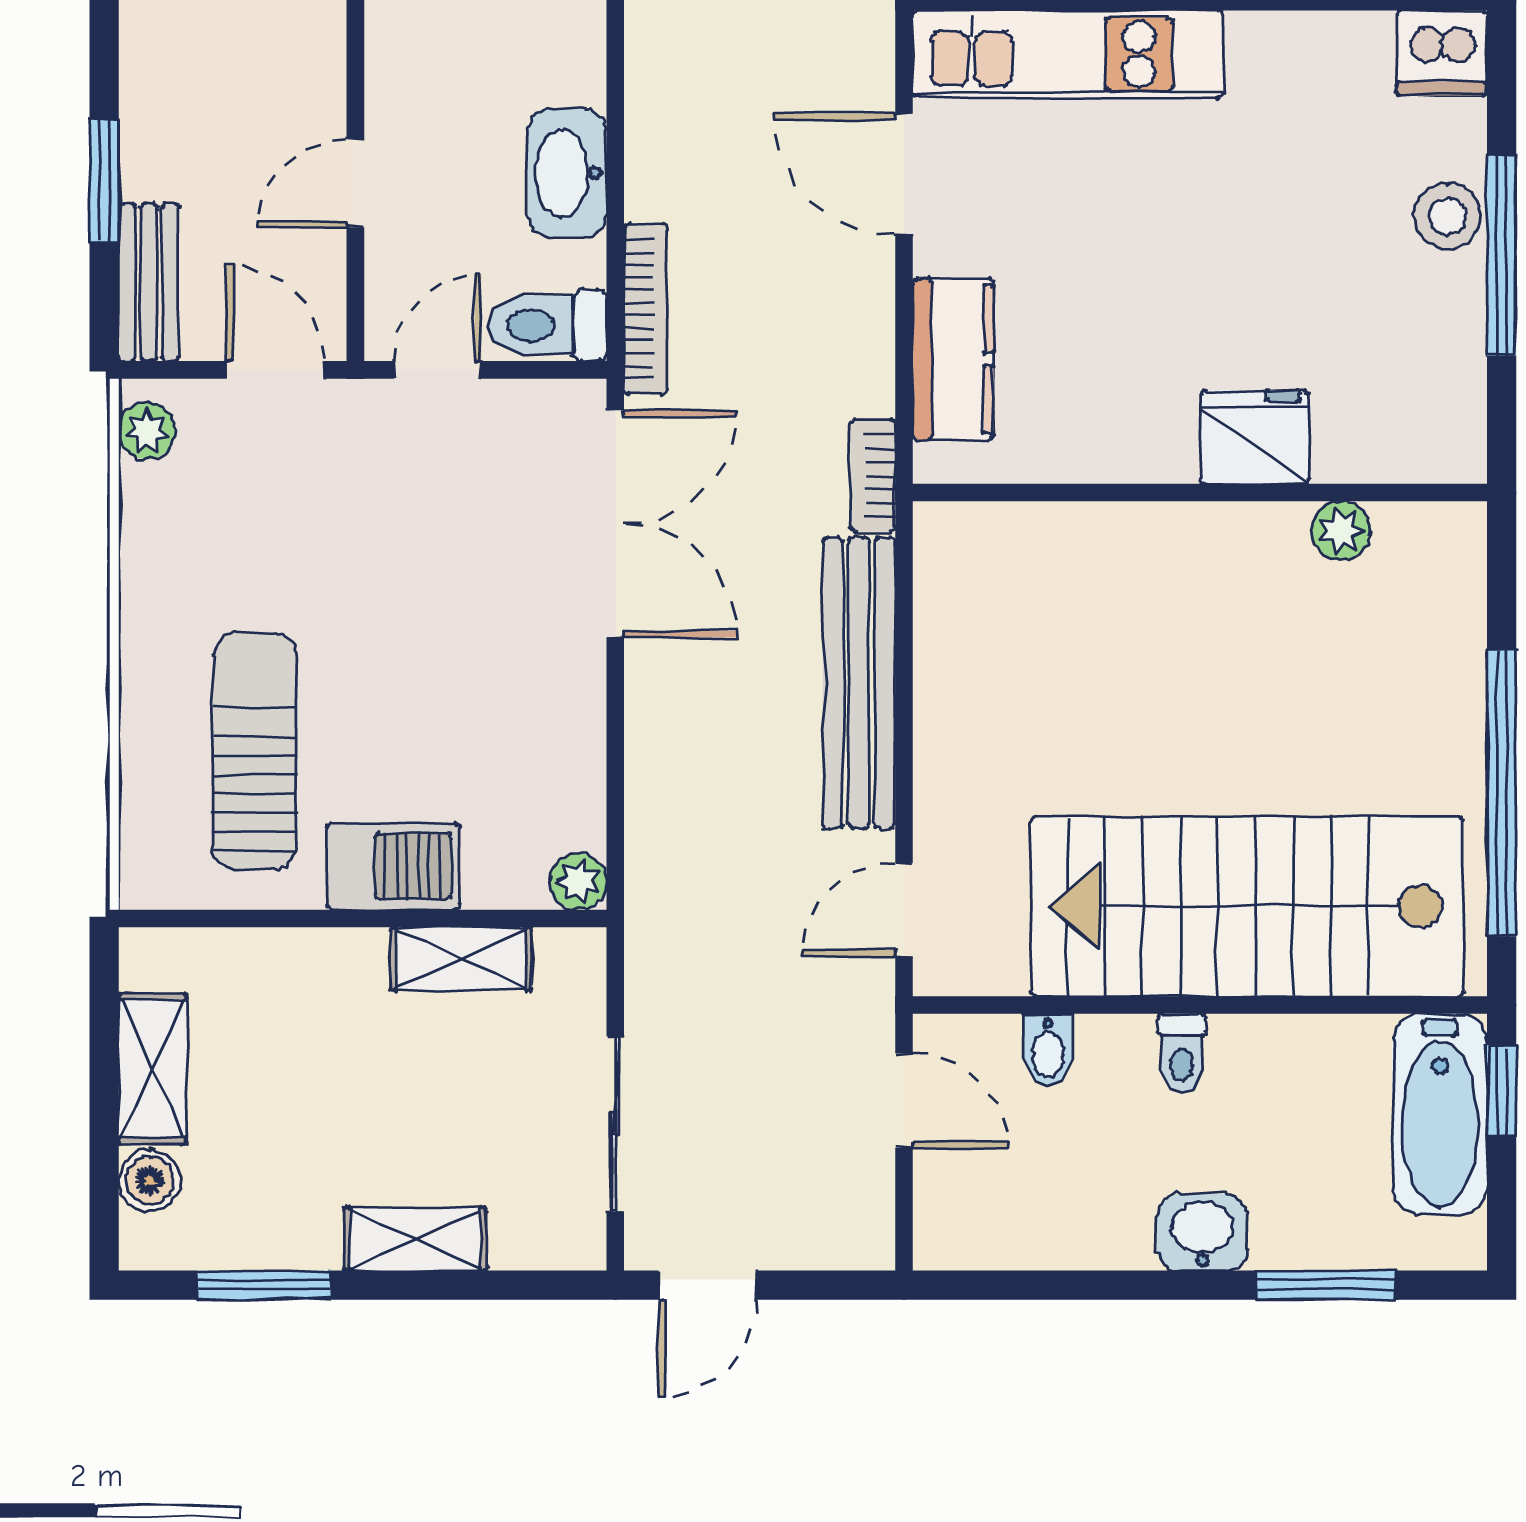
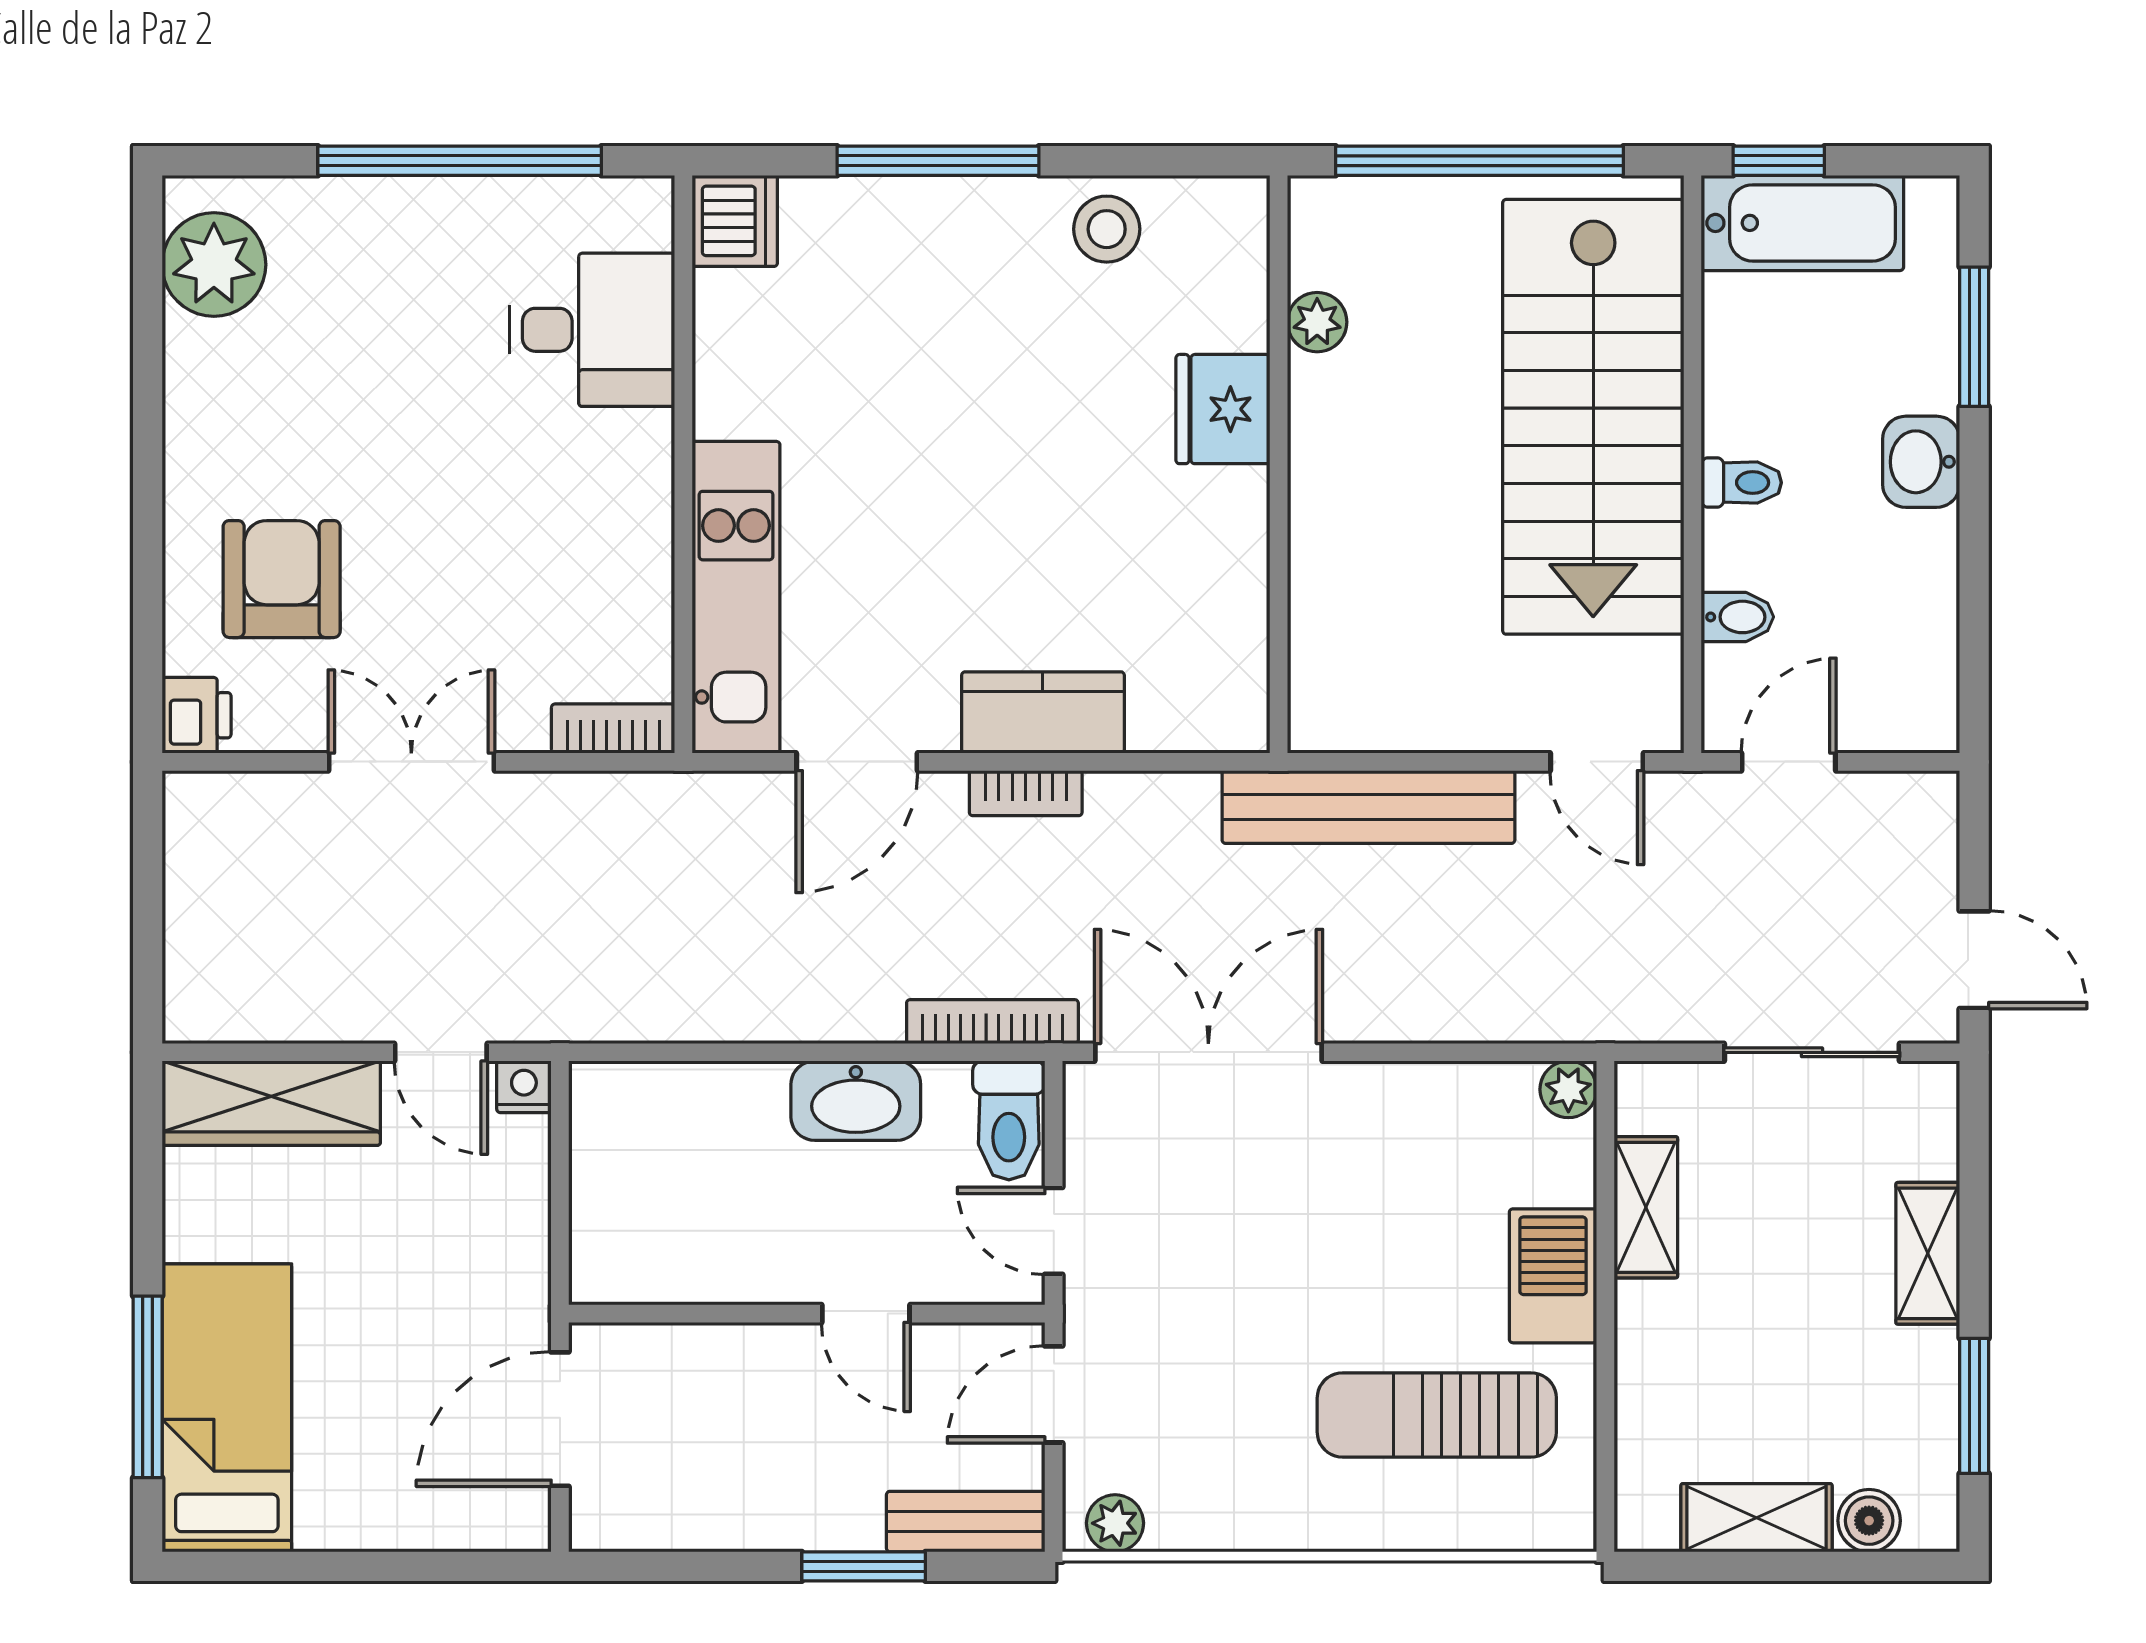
stool: (1447, 216) -> (1107, 229), moved
fridge: (1255, 437) -> (1223, 409), moved
bookcase: (873, 475) -> (1026, 793), moved
wall: (1200, 493) -> (1279, 464), moved
plant: (1341, 531) -> (1317, 322), moved

